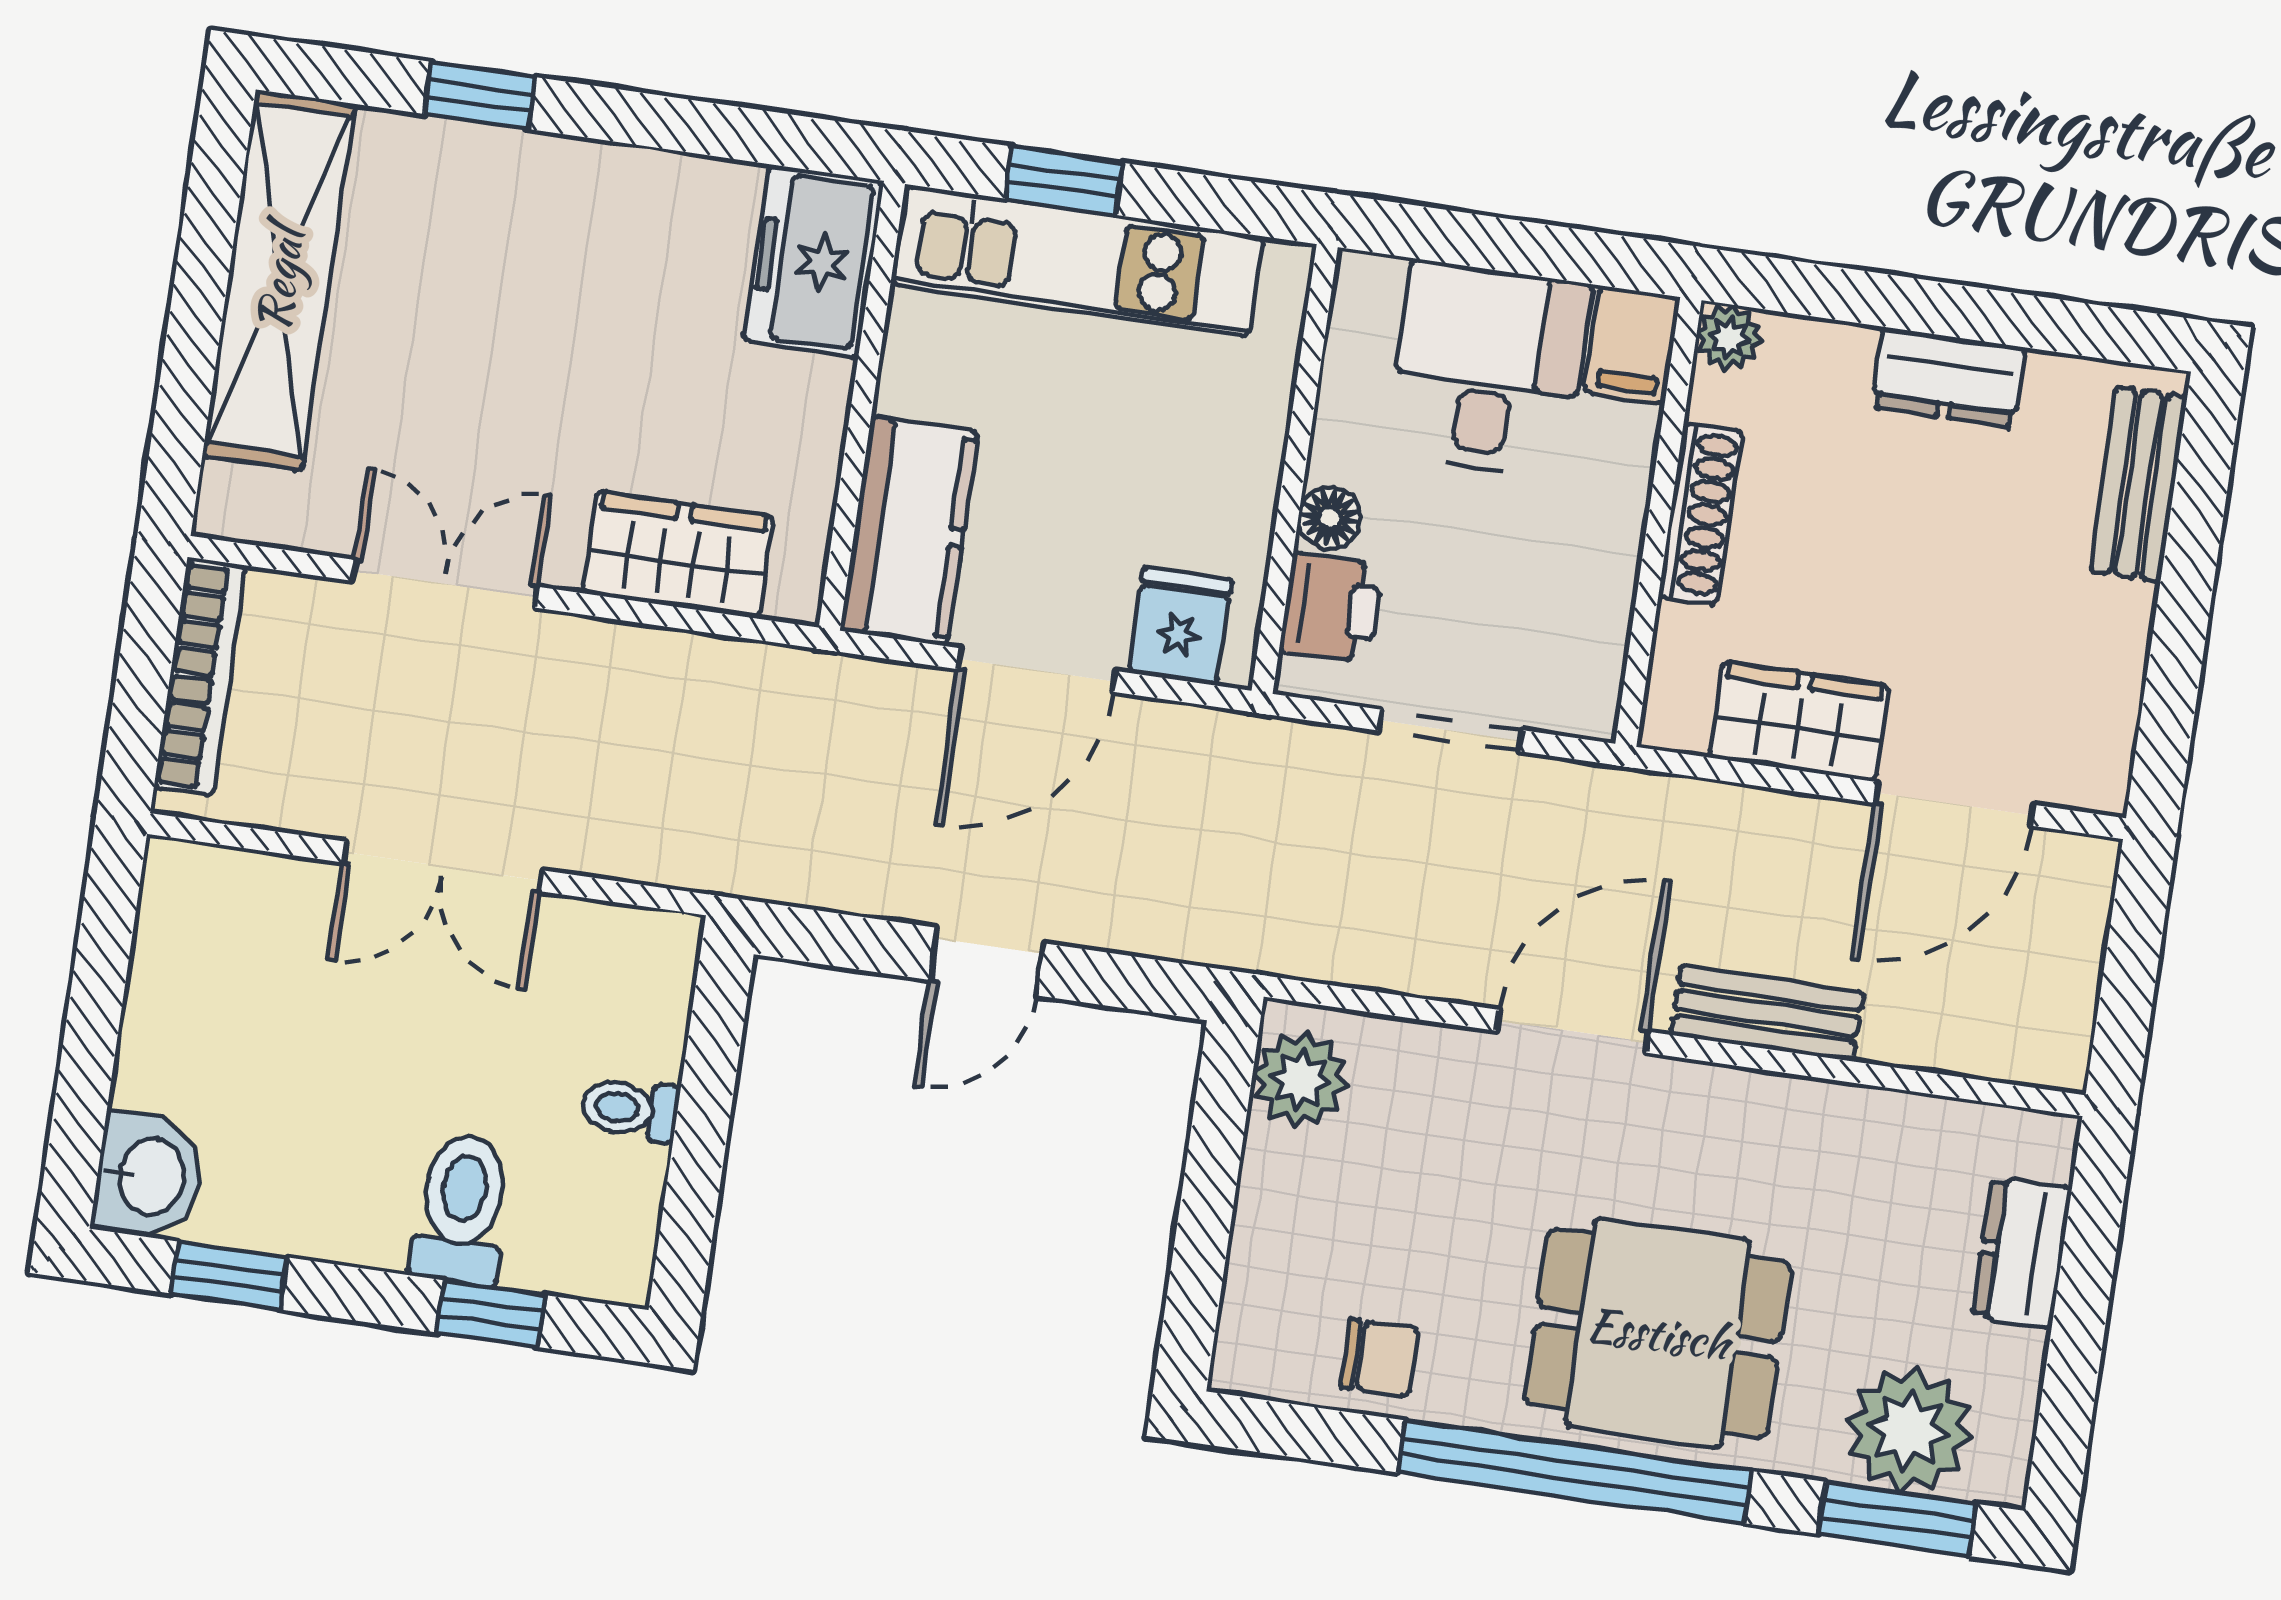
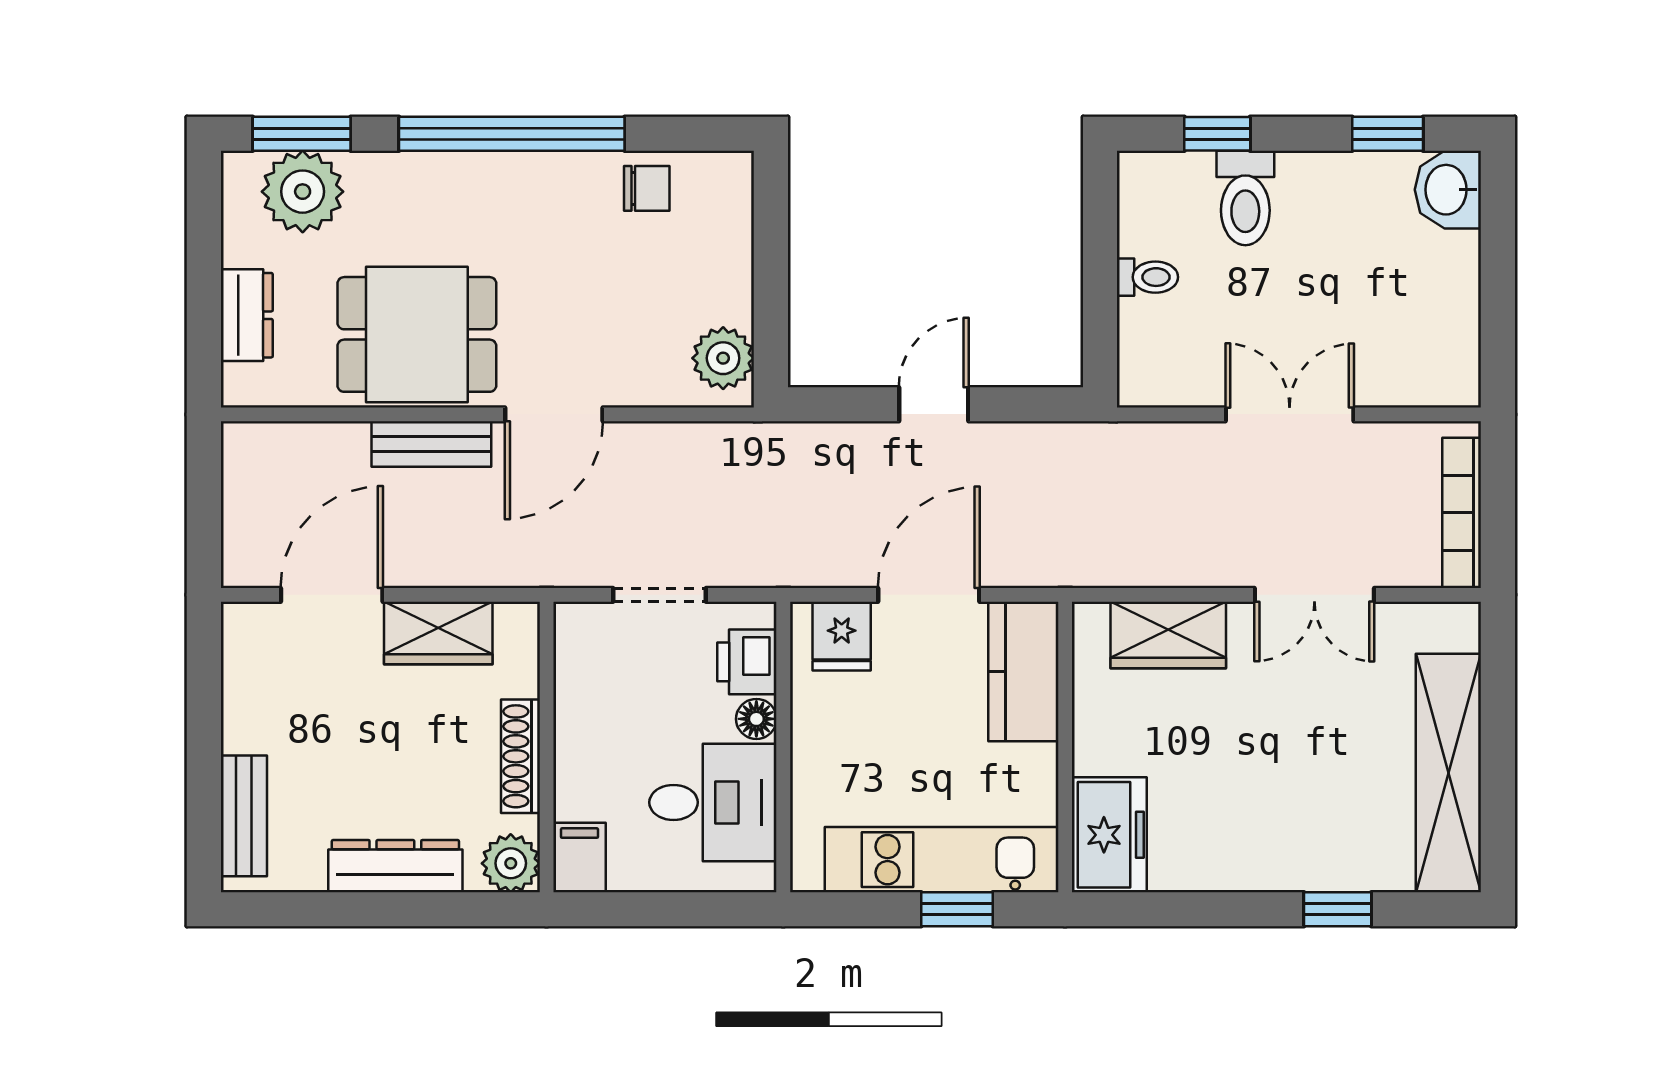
plant: (1729, 337) -> (511, 863), width x1.38, depth x1.38
desk: (1488, 369) -> (713, 802), moved, turned -90
dresser: (1949, 377) -> (395, 866), width x1.44
dining table: (1658, 1333) -> (417, 334), moved
chair: (1379, 1358) -> (647, 188), turned 180

